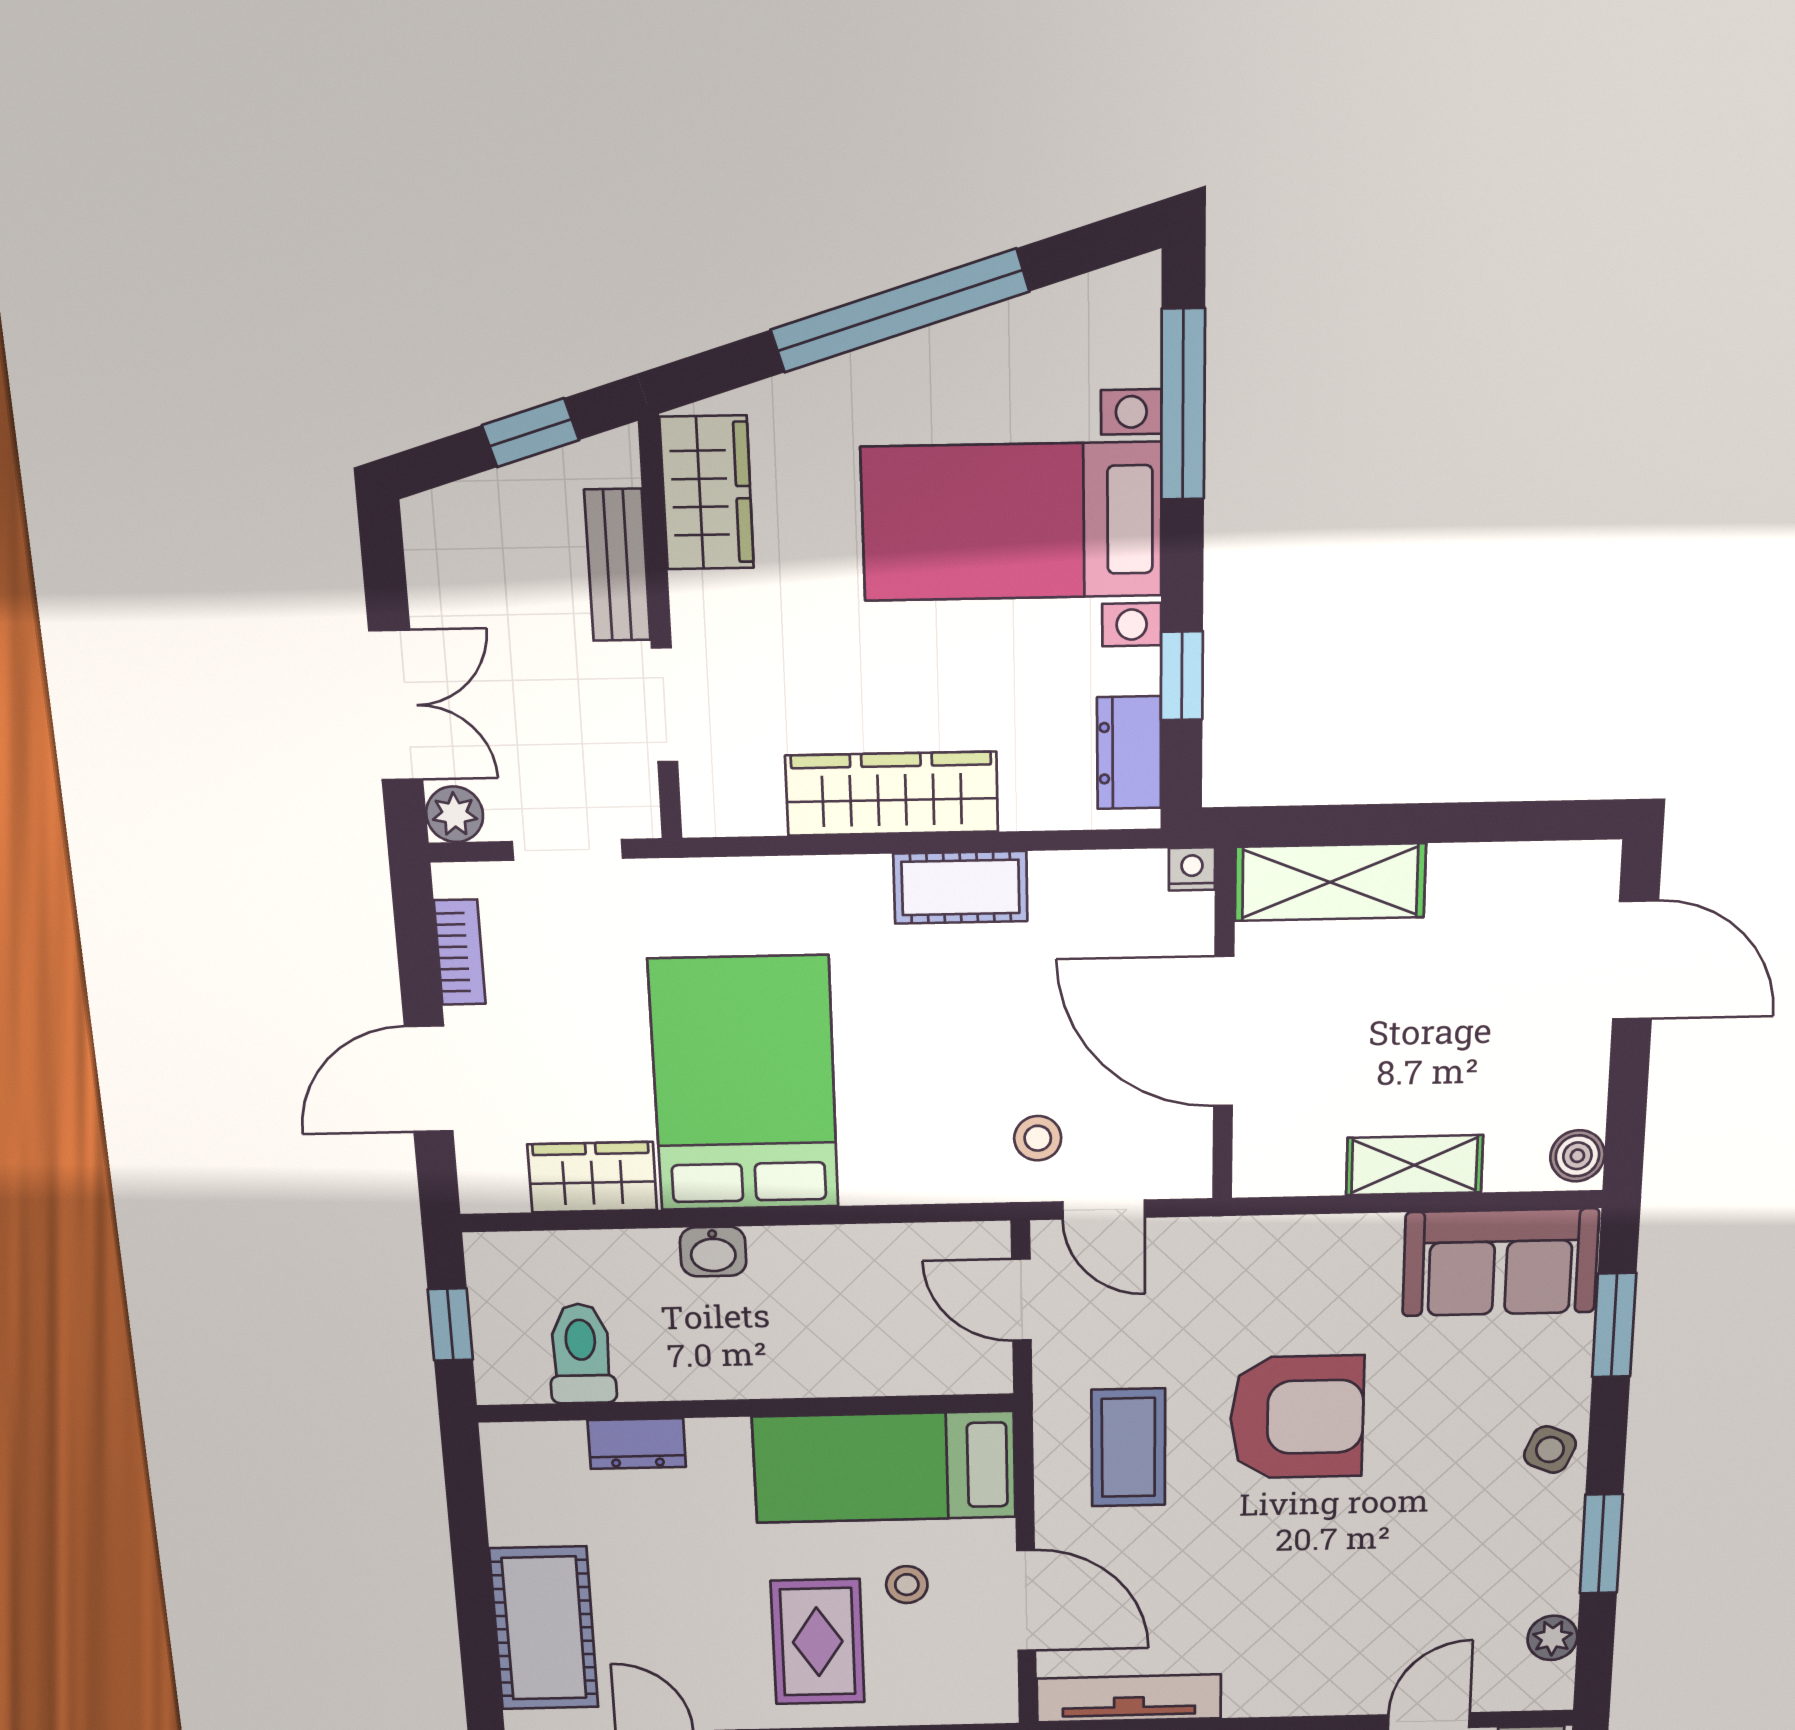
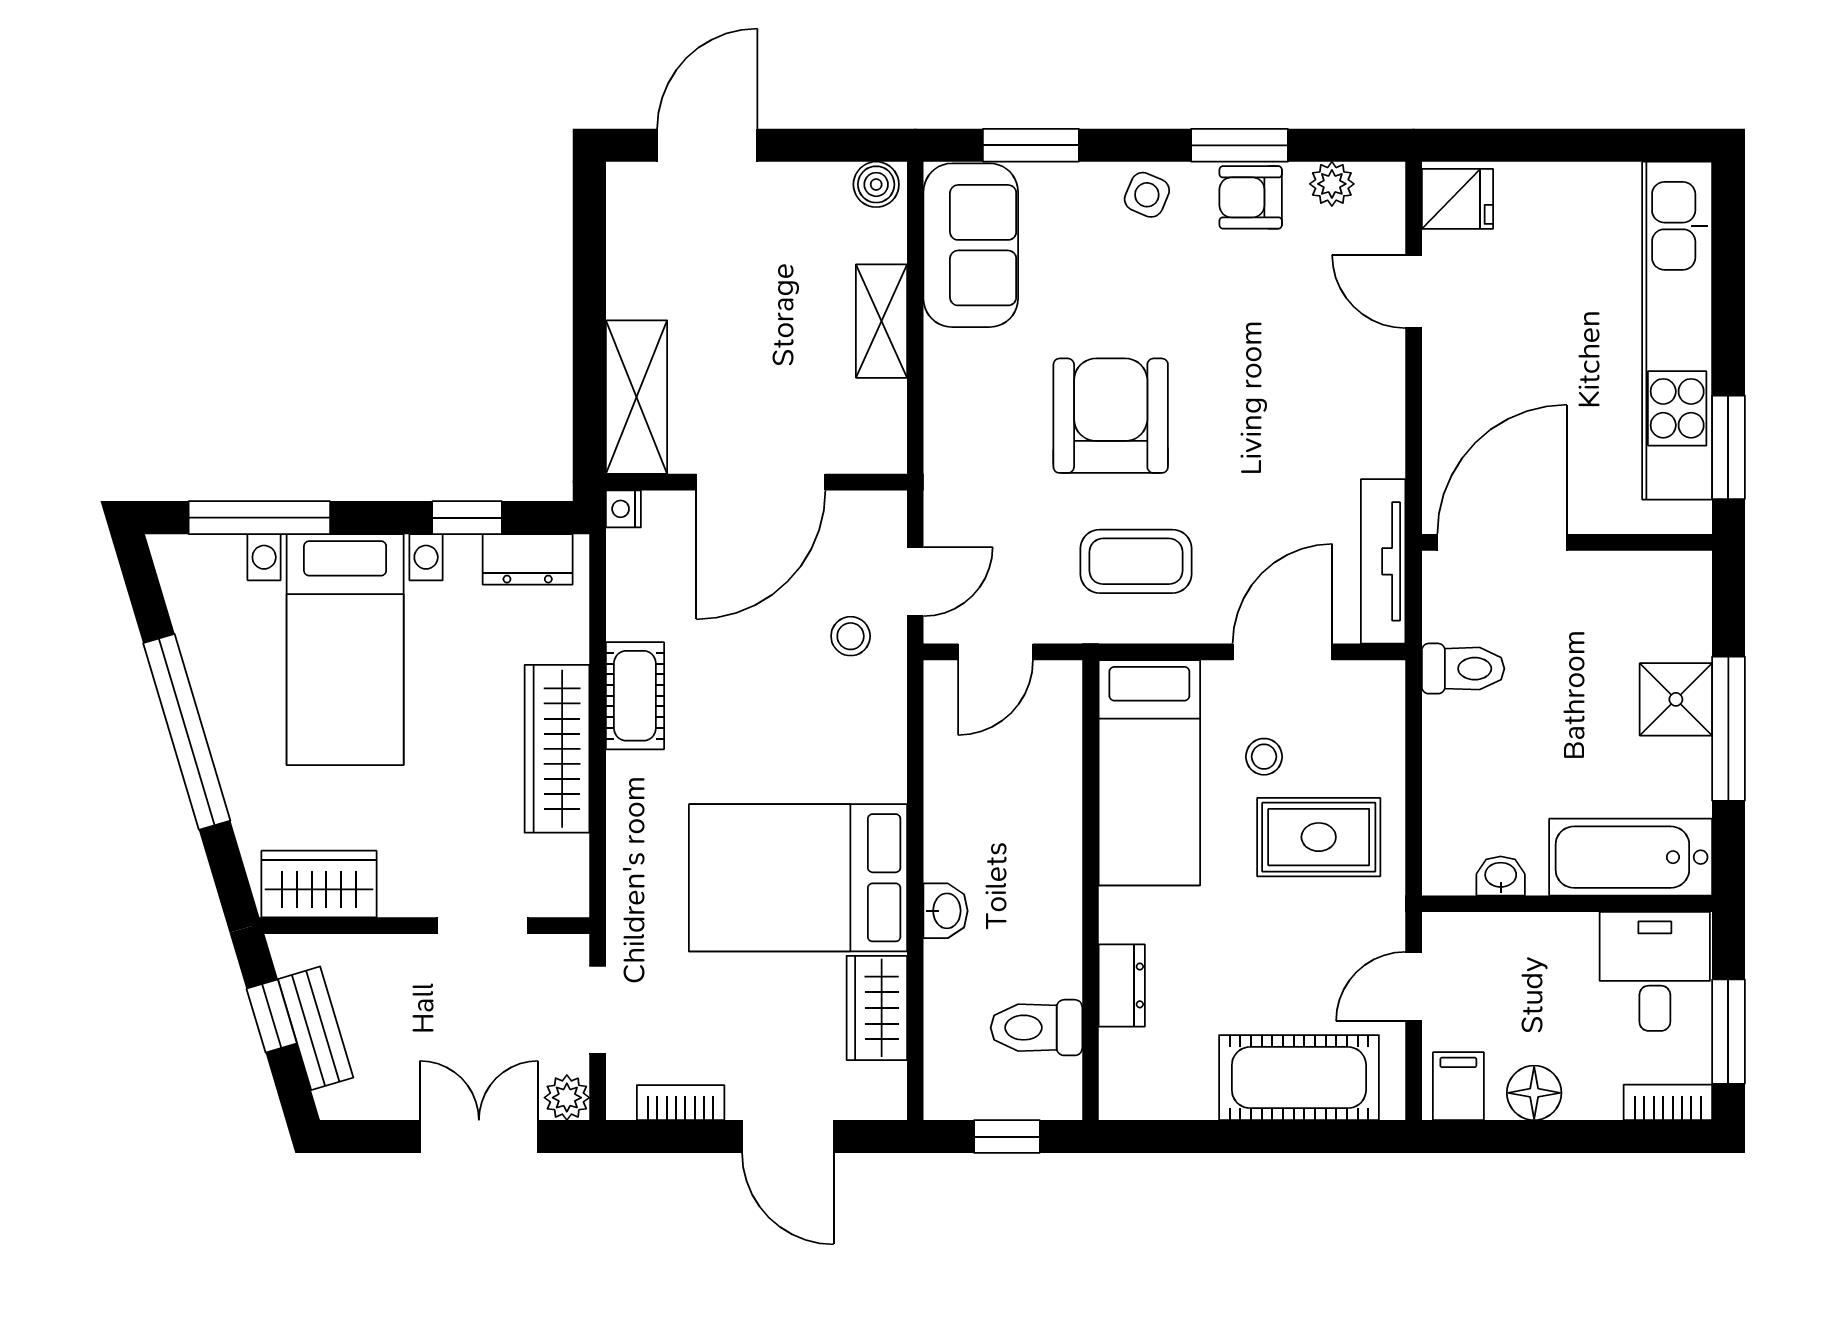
bench: (617, 565) -> (316, 1028), moved, turned 73
armchair: (1542, 1557) -> (1251, 197), added

